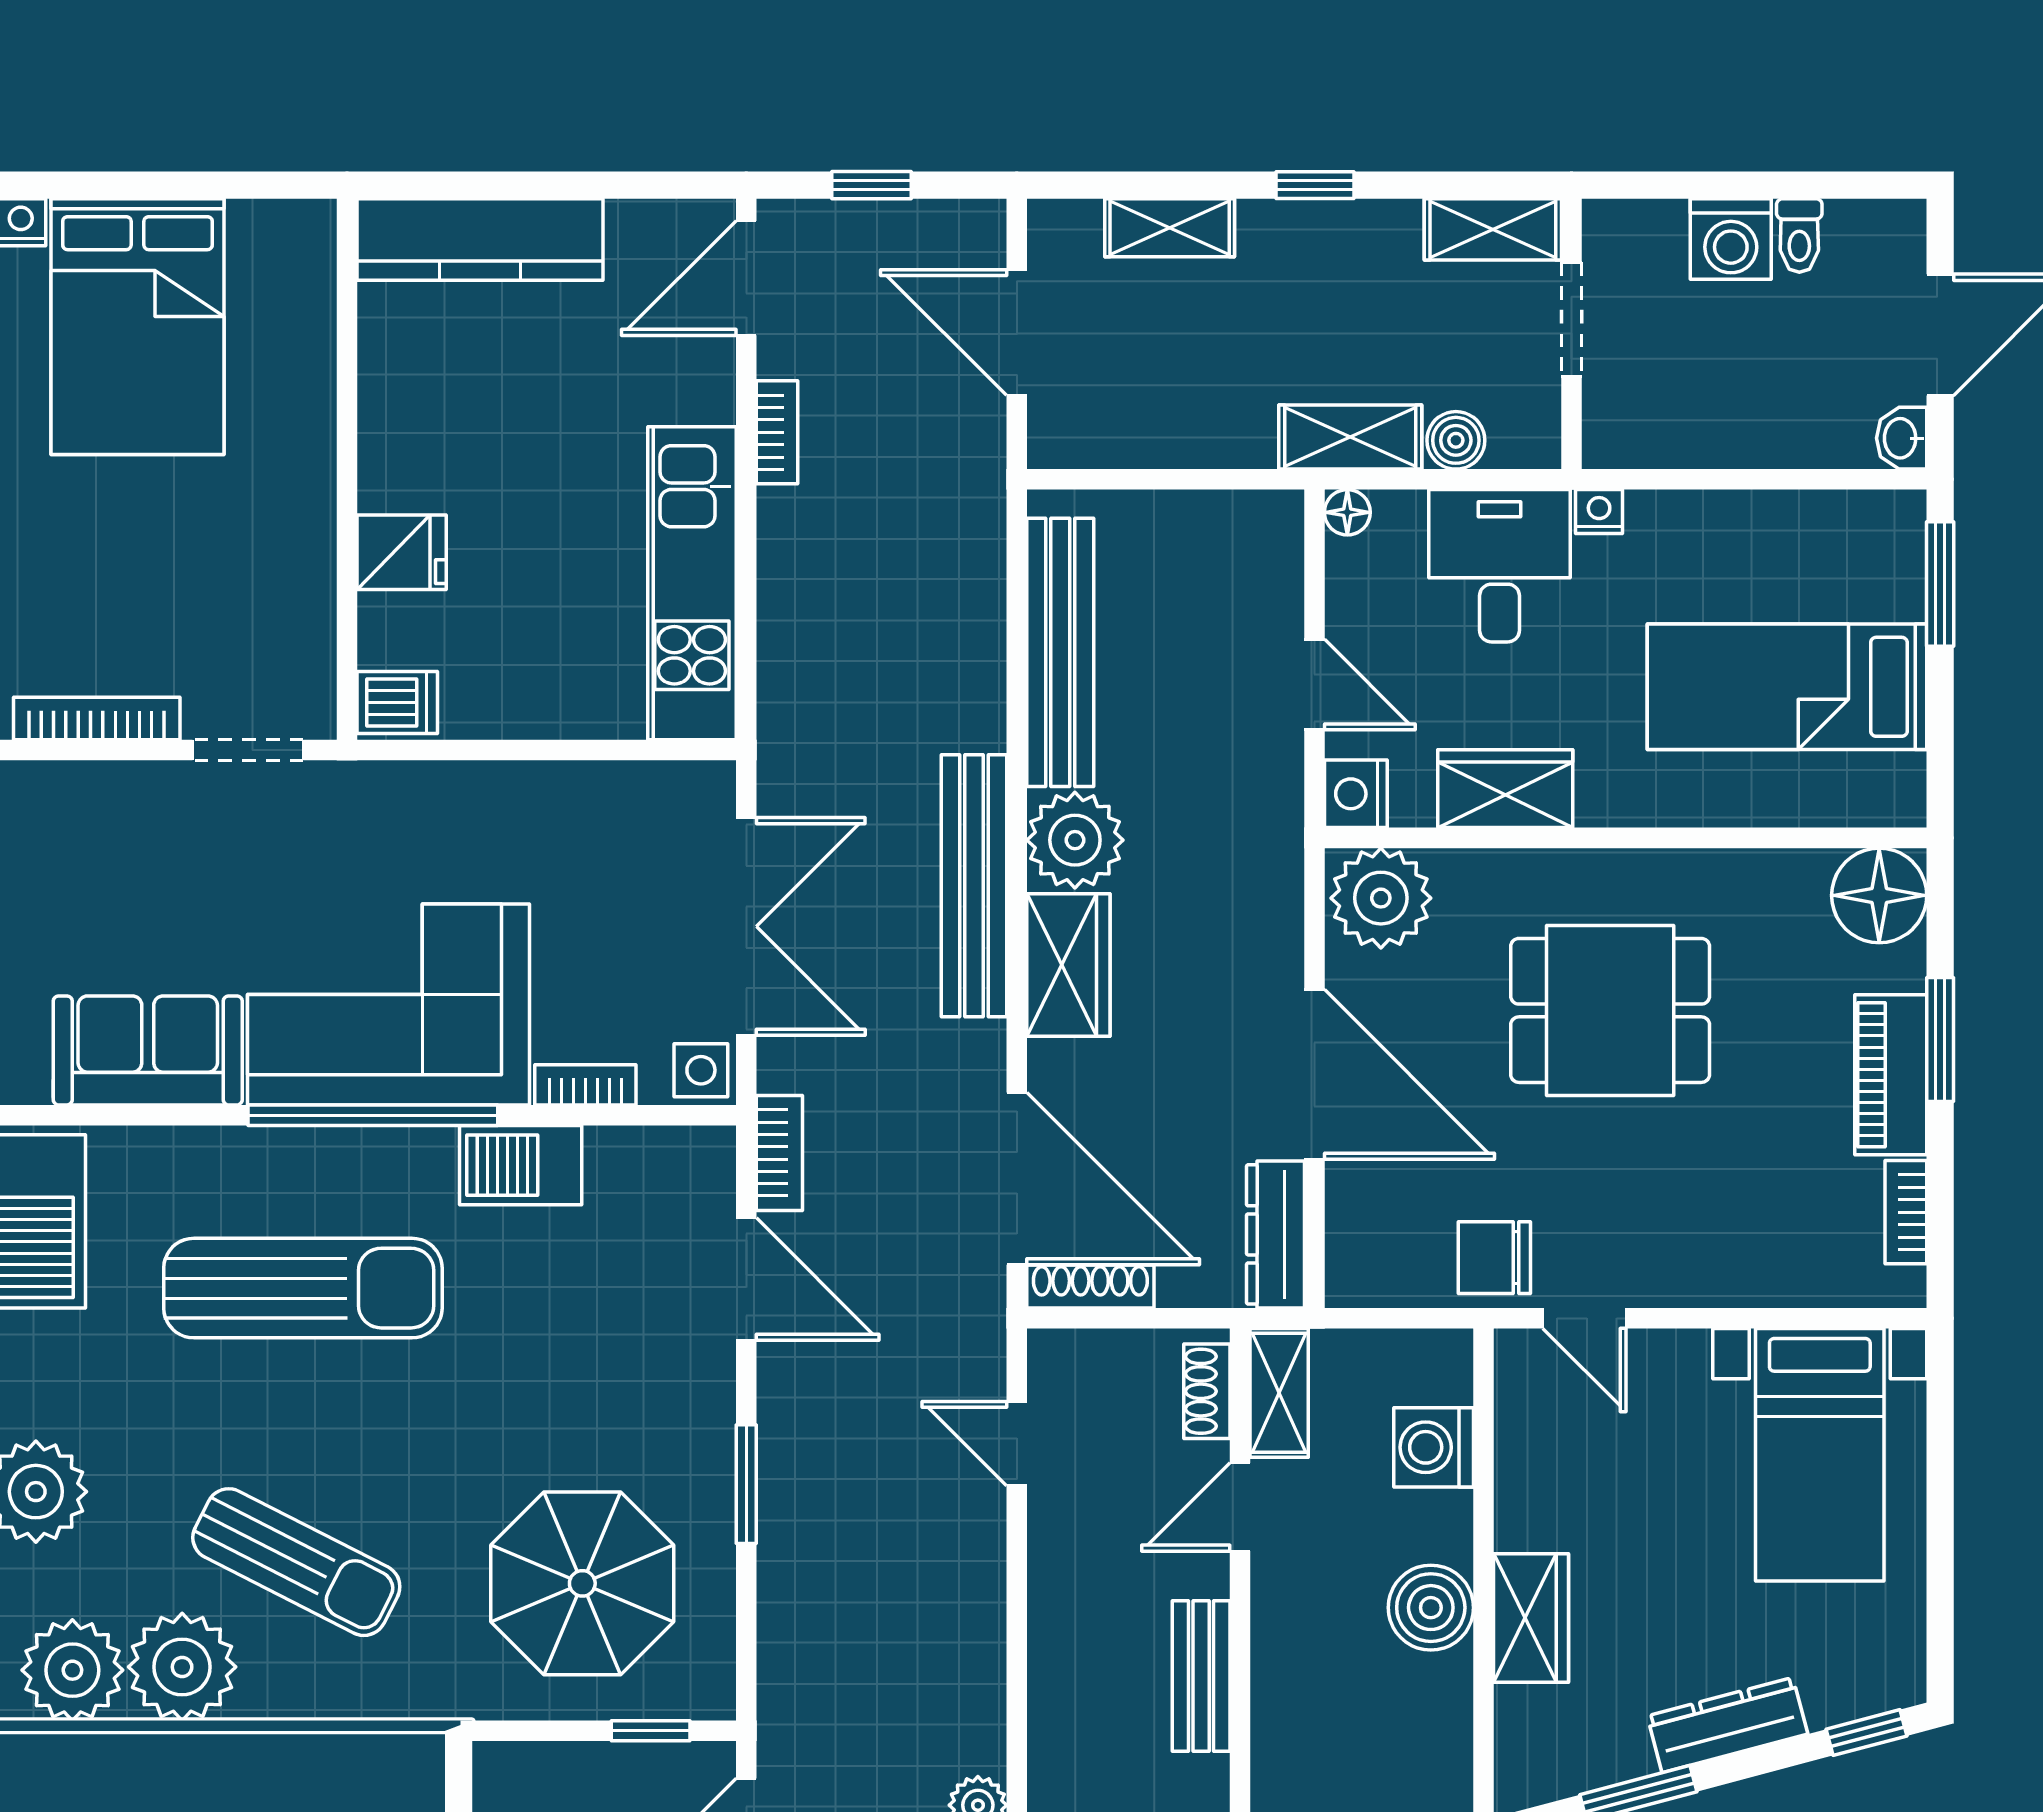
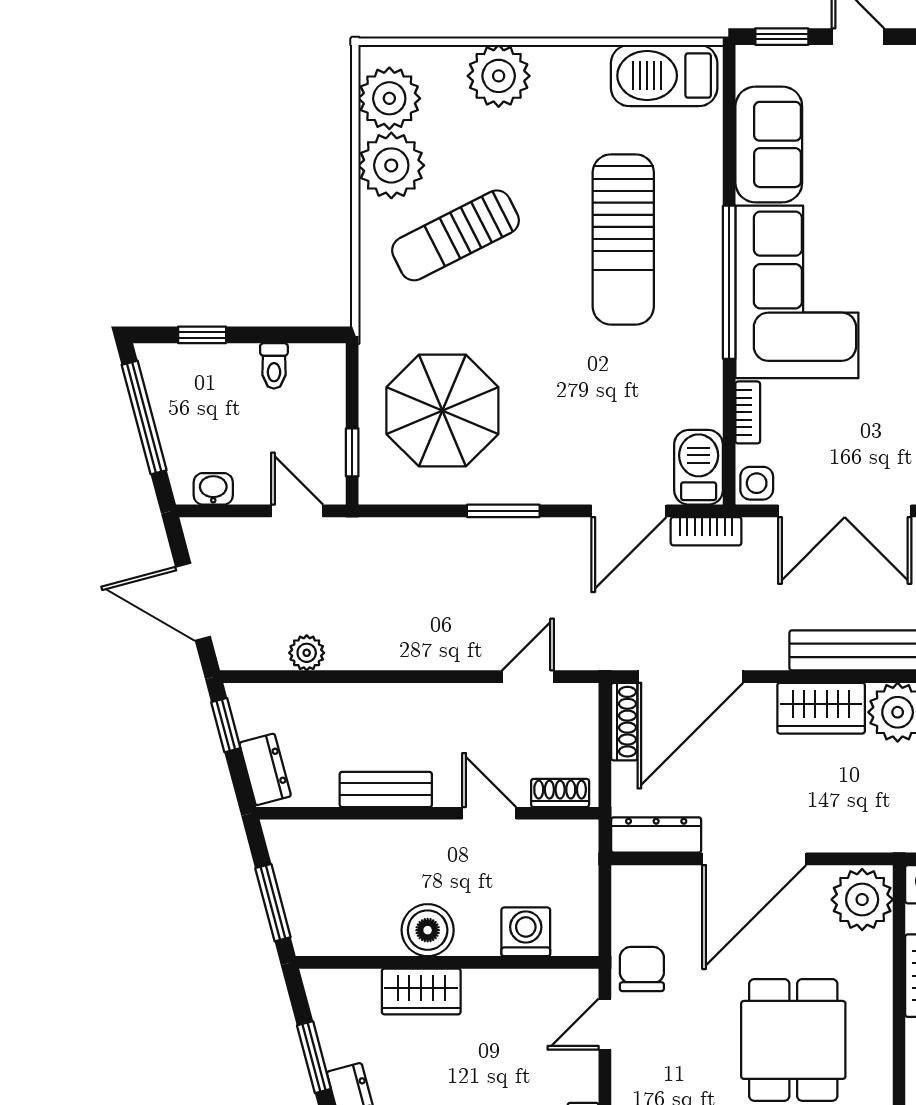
barbecue: (521, 1165) -> (699, 467), moved
shelving: (1279, 1393) -> (559, 837), removed
sun lounger: (296, 1562) -> (455, 235), turned 36

